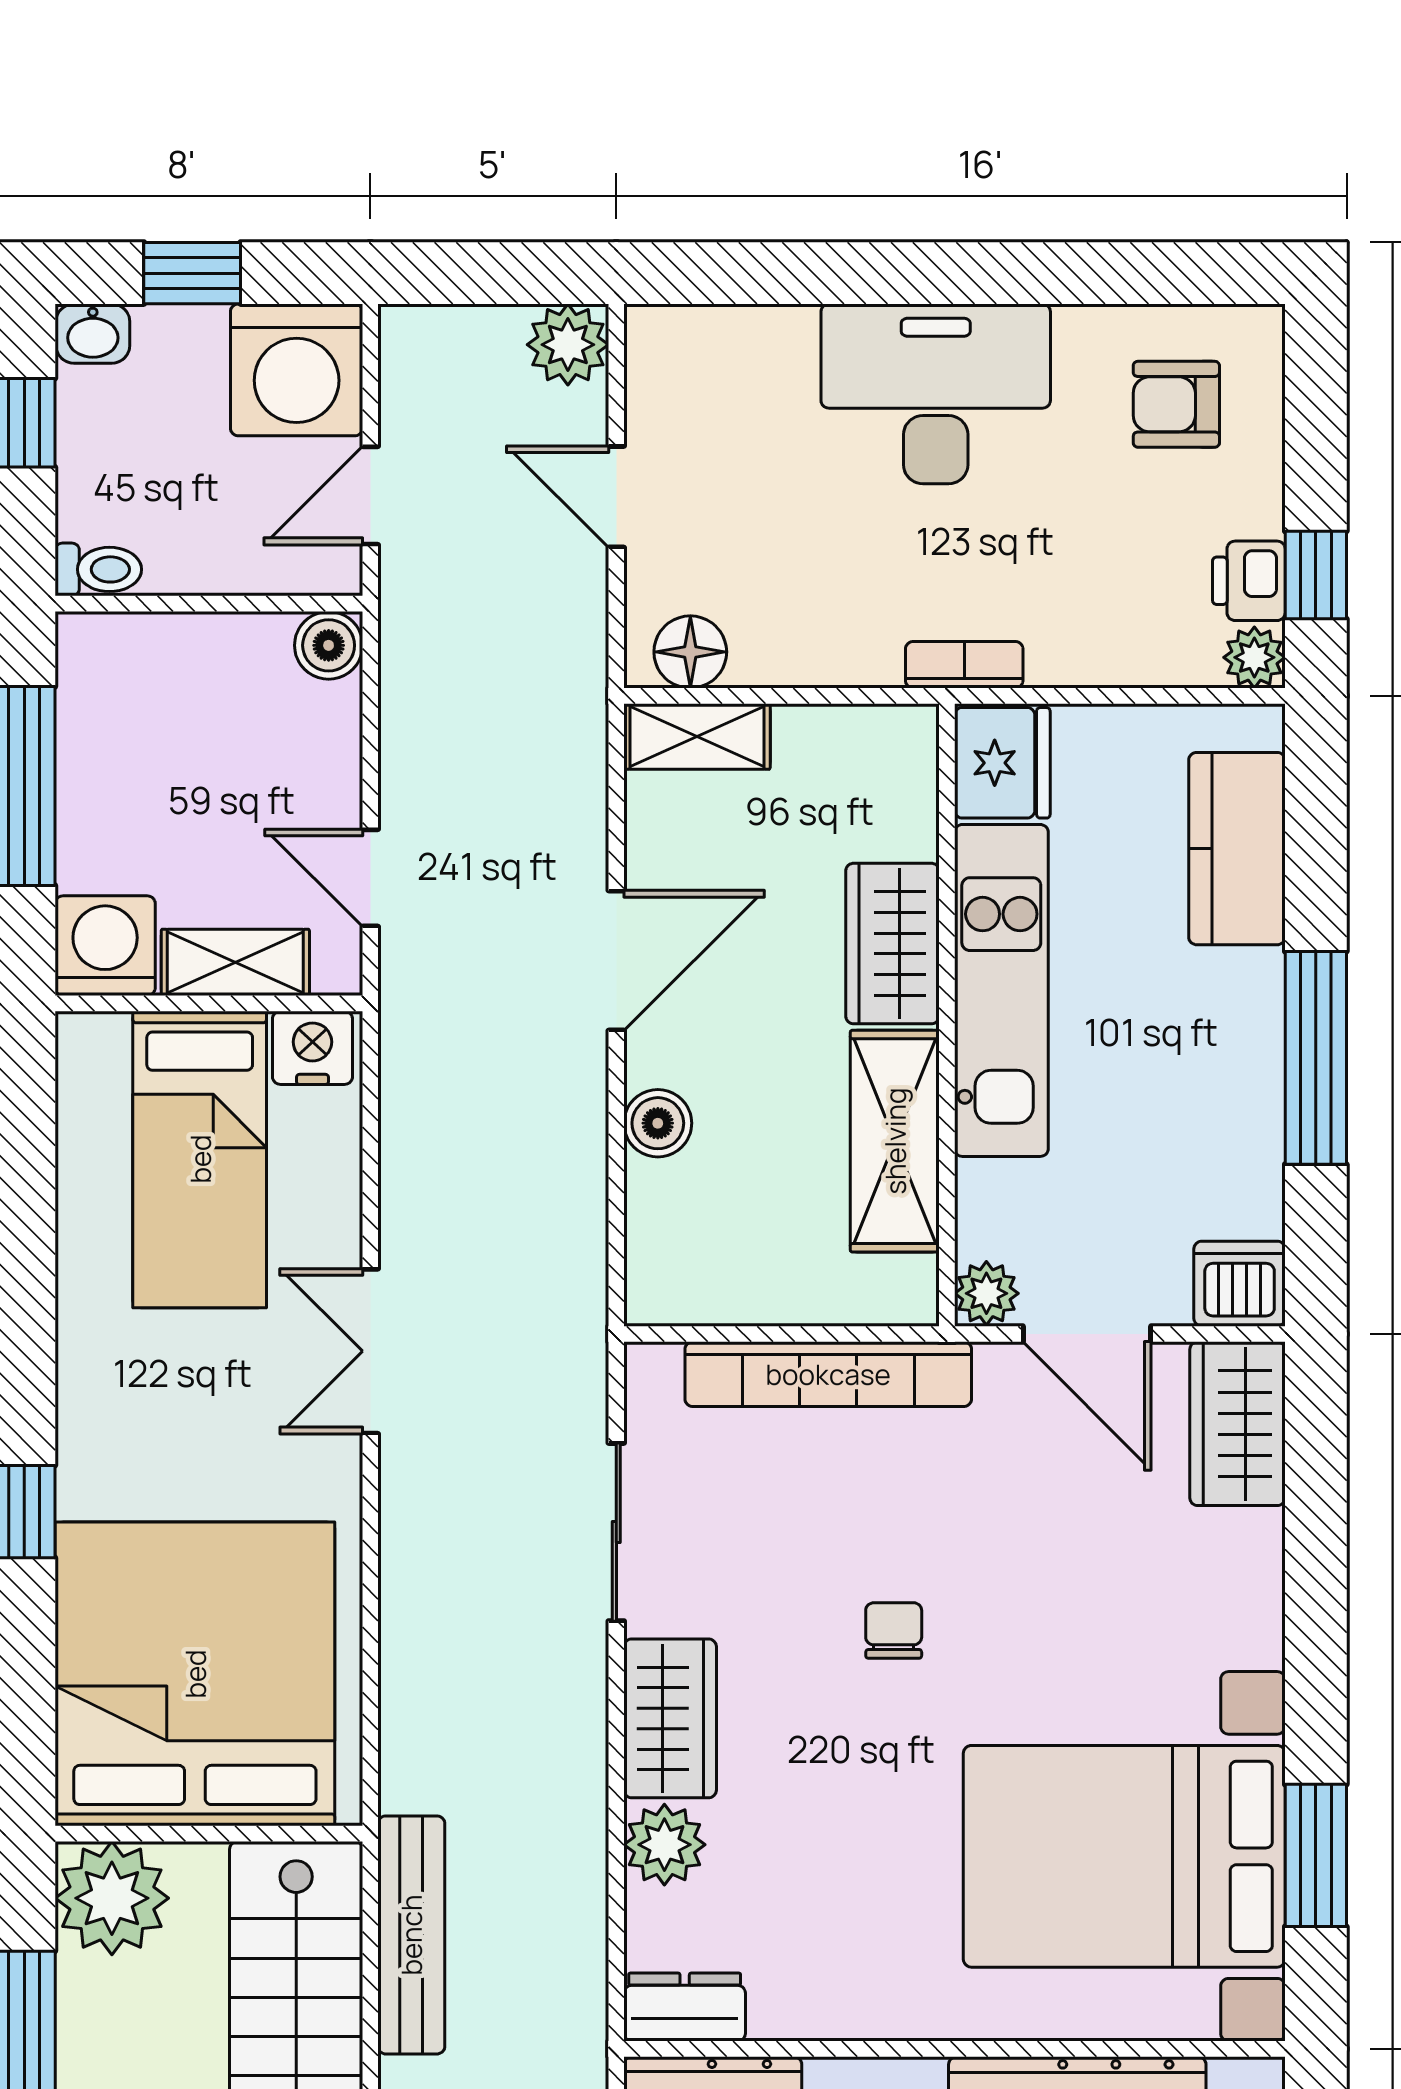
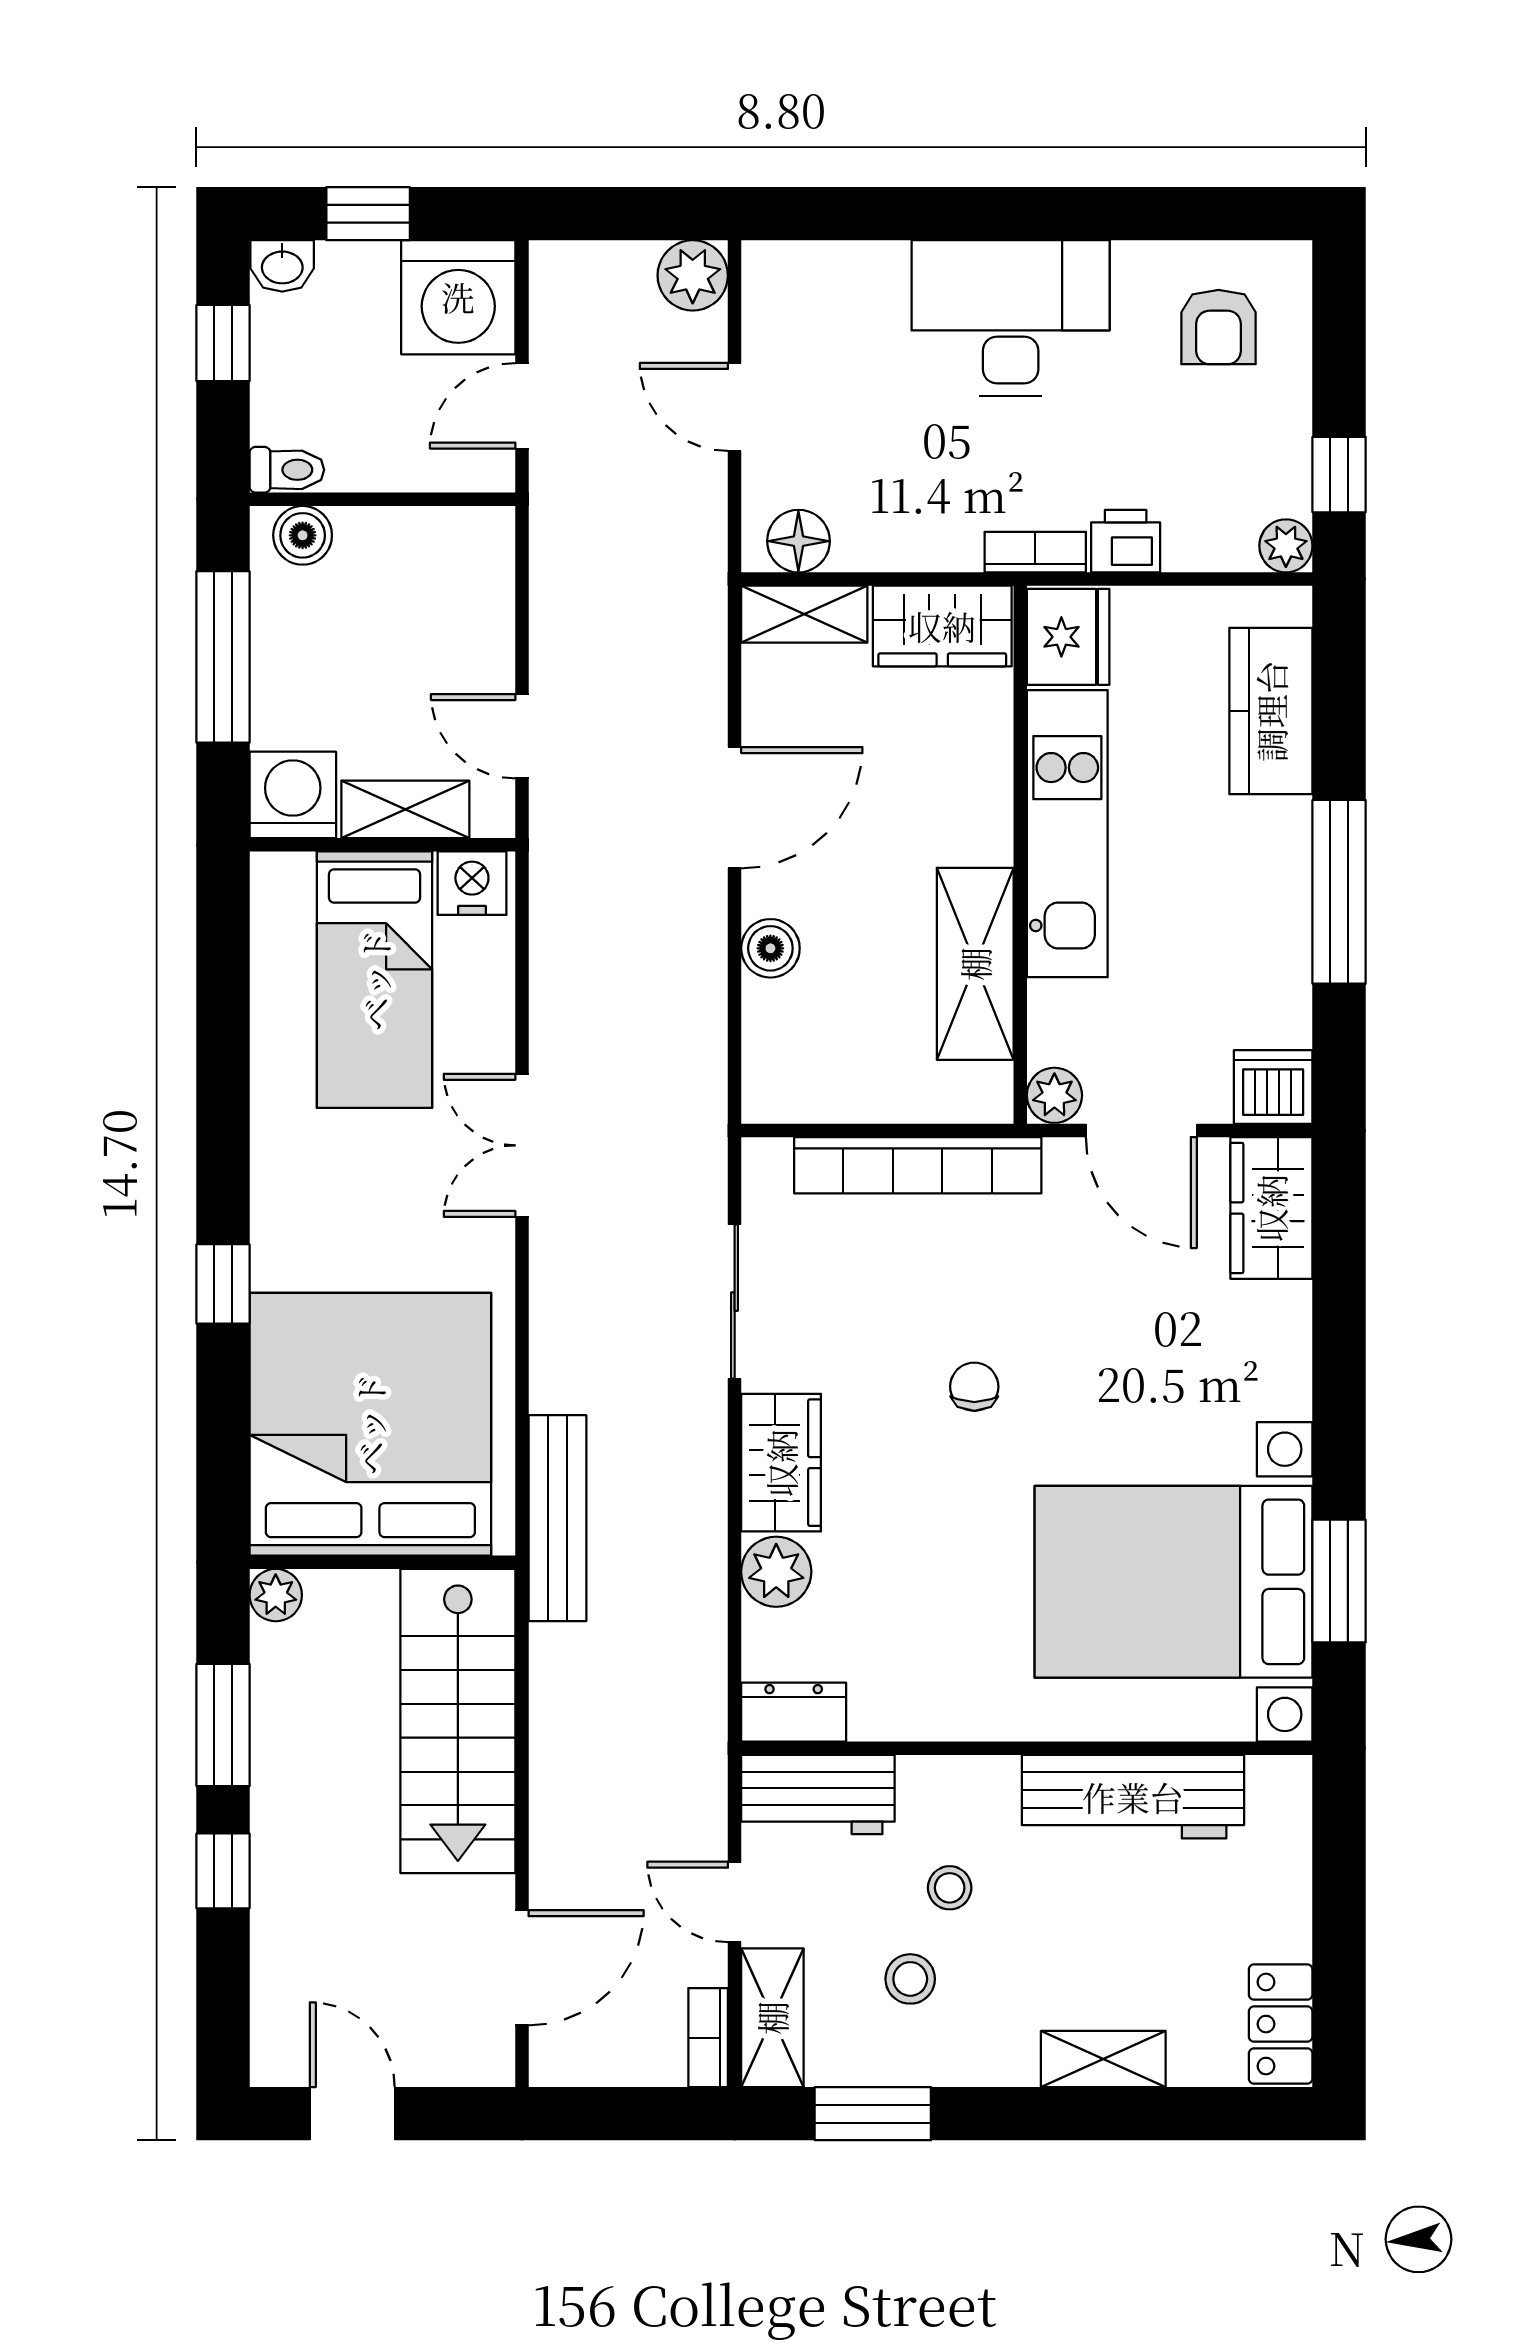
armchair: (1176, 404) -> (1219, 327), turned -90
printer: (1249, 581) -> (1126, 541), moved, turned 90
boiler: (329, 645) -> (303, 535), moved
wardrobe: (893, 944) -> (942, 626), moved, turned -90
plant: (112, 1898) -> (276, 1595), width x0.53, depth x0.53
bench: (411, 1935) -> (557, 1518), moved

